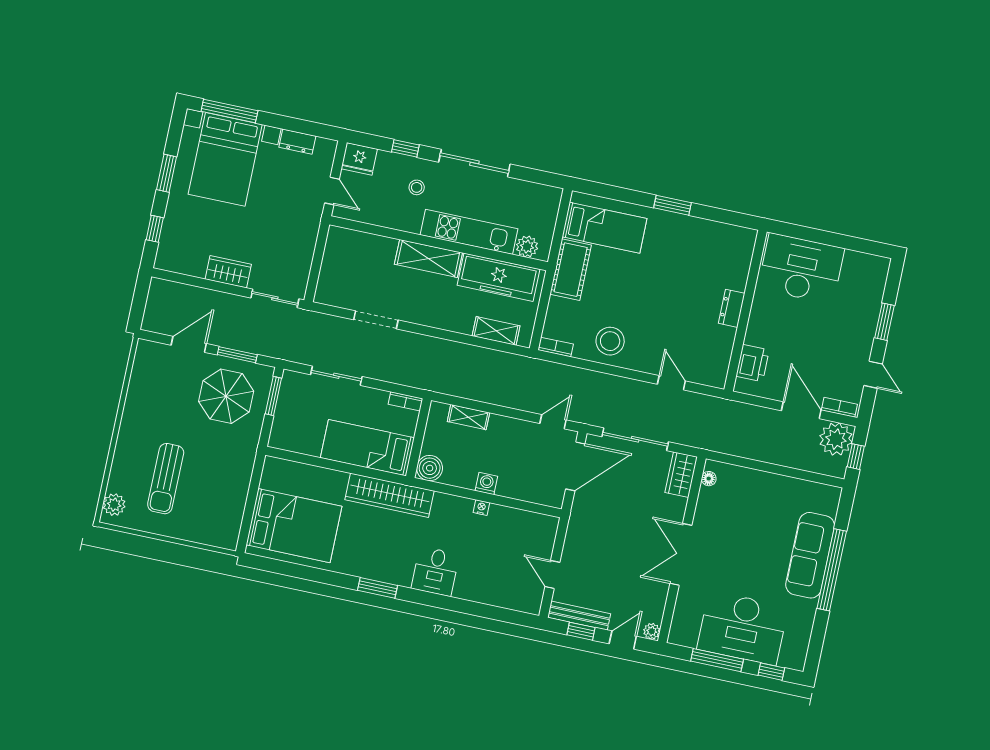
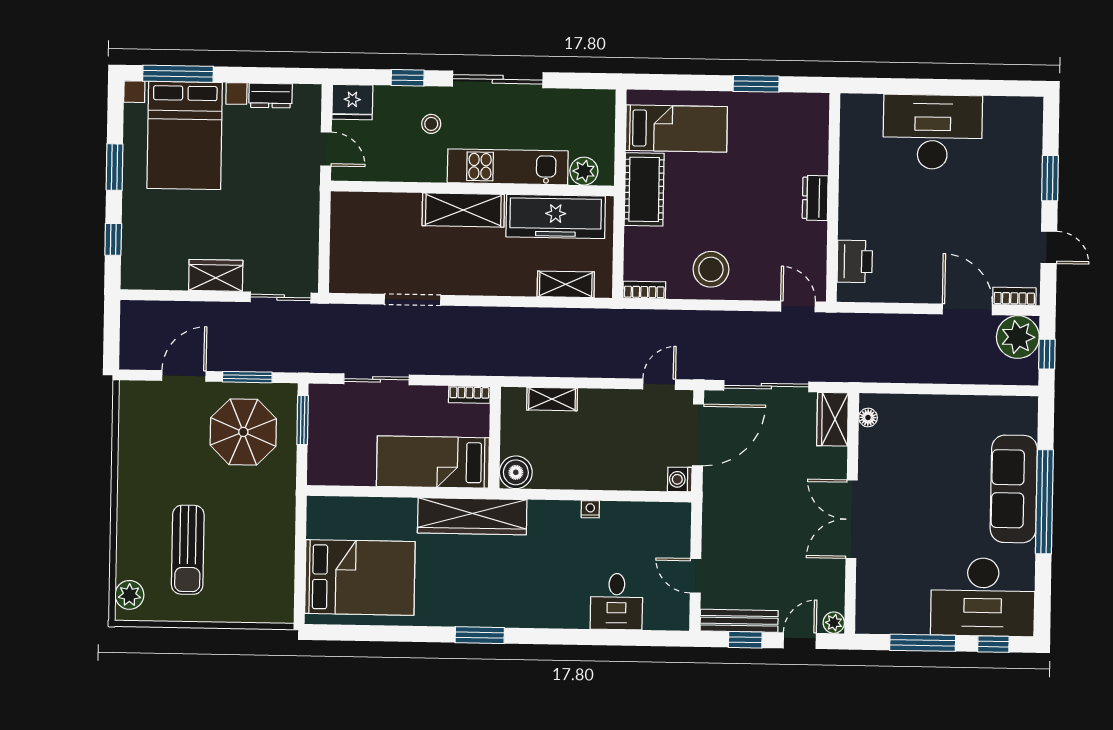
dresser: (732, 308) -> (815, 198), moved
wall: (746, 311) -> (833, 197), moved
printer: (753, 363) -> (855, 261), moved
washing machine: (486, 484) -> (680, 479), moved, turned -90
desk: (435, 571) -> (617, 602), moved
desk: (743, 628) -> (983, 597), moved

